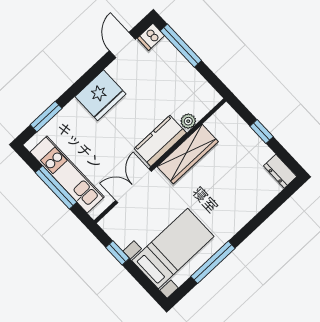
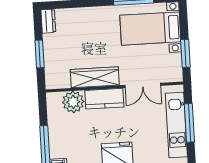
plant: (188, 121) -> (73, 102), width x1.87, depth x1.87
window: (262, 131) -> (40, 54), width x1.50
window: (118, 253) -> (185, 53), width x1.50

